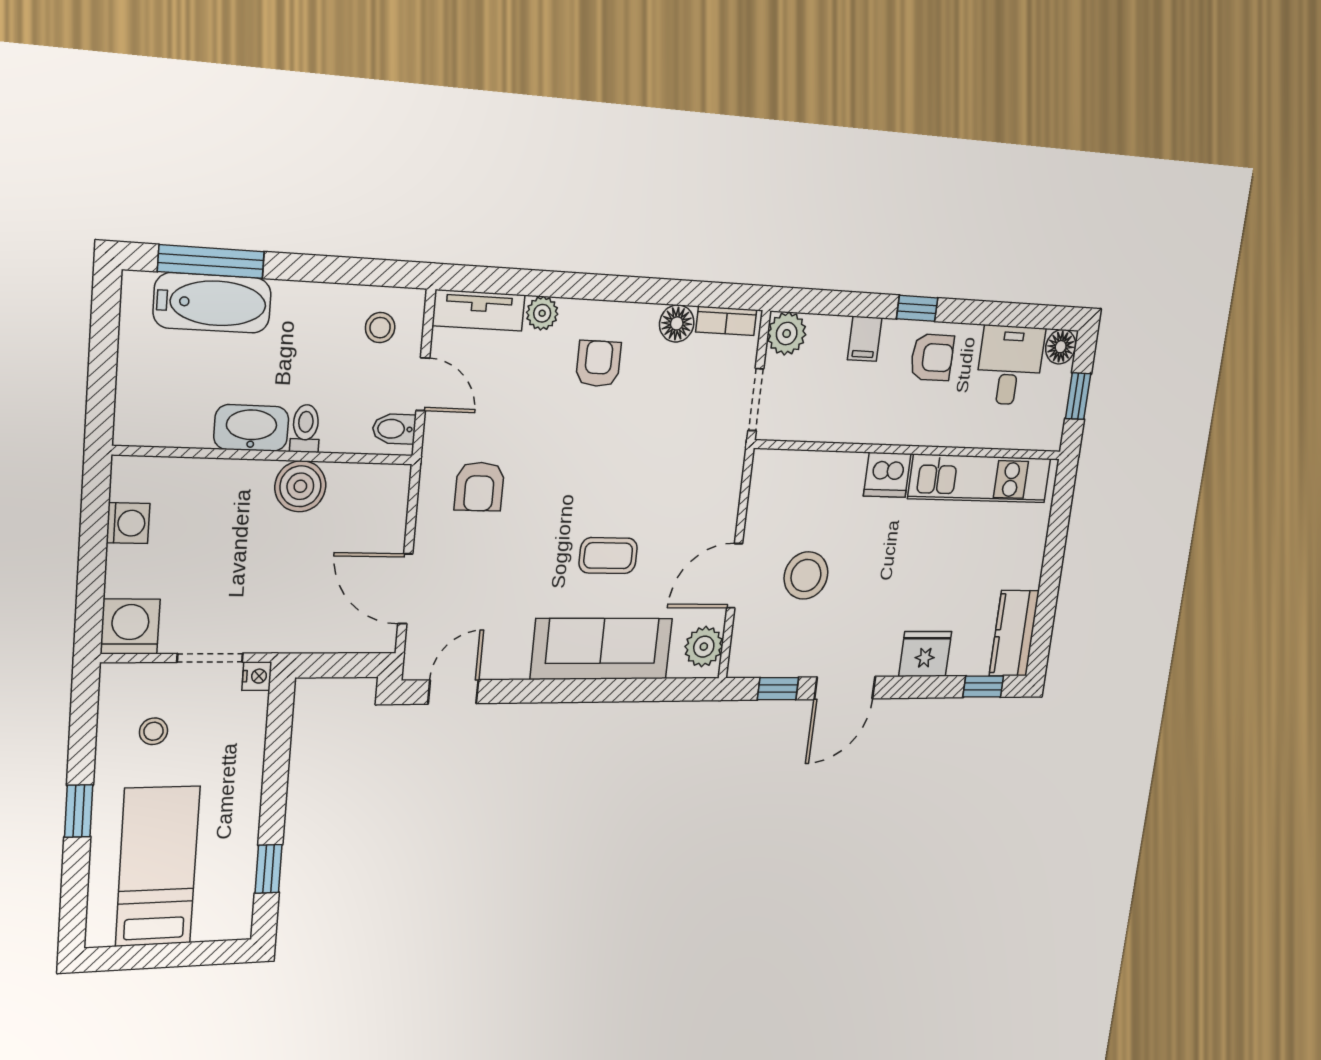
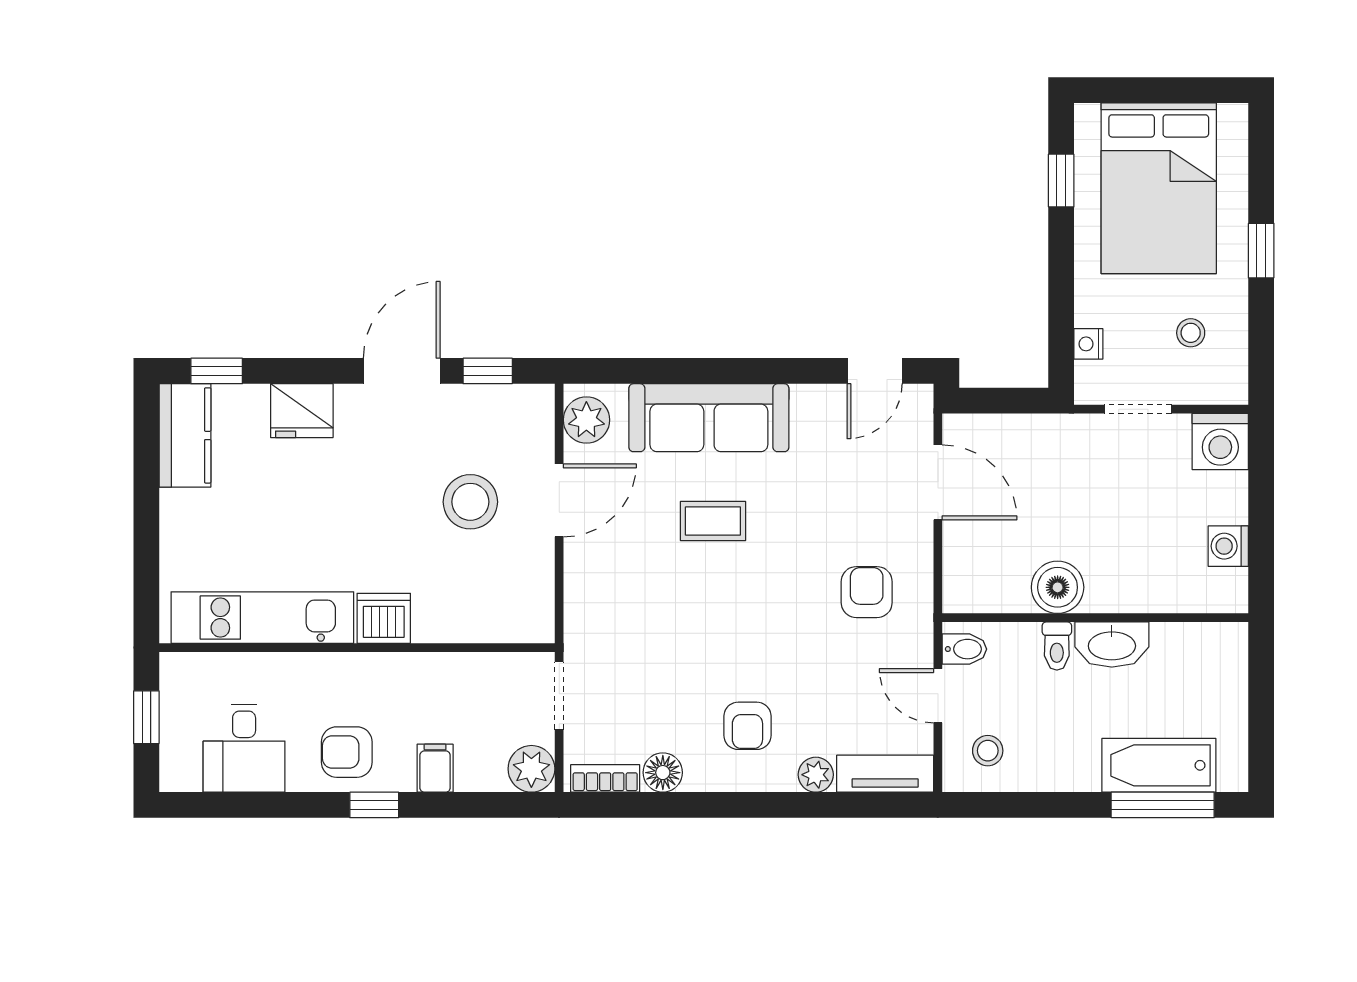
floor lamp: (1061, 347) -> (180, 772), removed
nightstand: (257, 676) -> (1088, 344), moved
bed: (158, 866) -> (1159, 188), width x1.50

